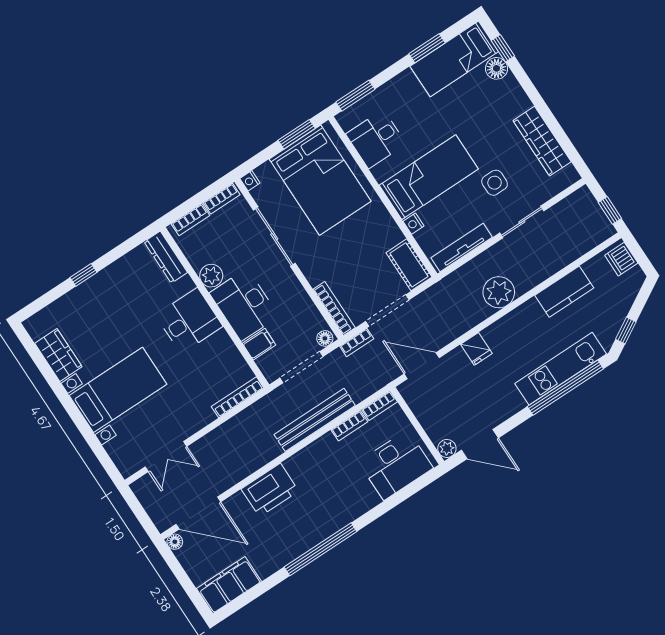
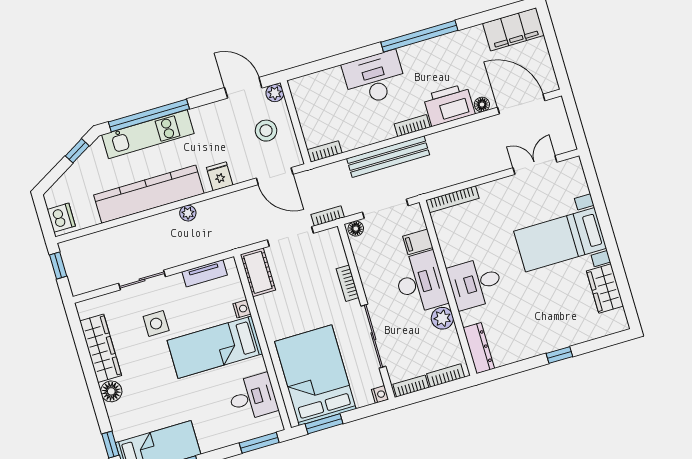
floor lamp: (497, 68) -> (111, 391), moved
tv unit: (462, 248) -> (205, 273), width x0.71
plant: (499, 292) -> (188, 213), width x0.53, depth x0.53
kitchen counter: (564, 292) -> (149, 194), width x2.08, depth x1.17
bookcase: (334, 308) -> (348, 283), moved, width x0.64
stool: (444, 408) -> (266, 131), added
bookcase: (349, 426) -> (412, 126), moved
desk: (396, 465) -> (375, 78), moved
floor lamp: (175, 542) -> (482, 104), moved

